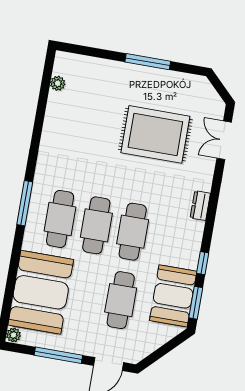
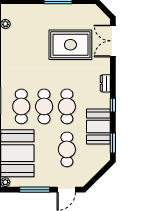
double door: (224, 140) -> (113, 41), width x1.37
window: (203, 263) -> (113, 105), moved
booth: (173, 296) -> (98, 126), moved

